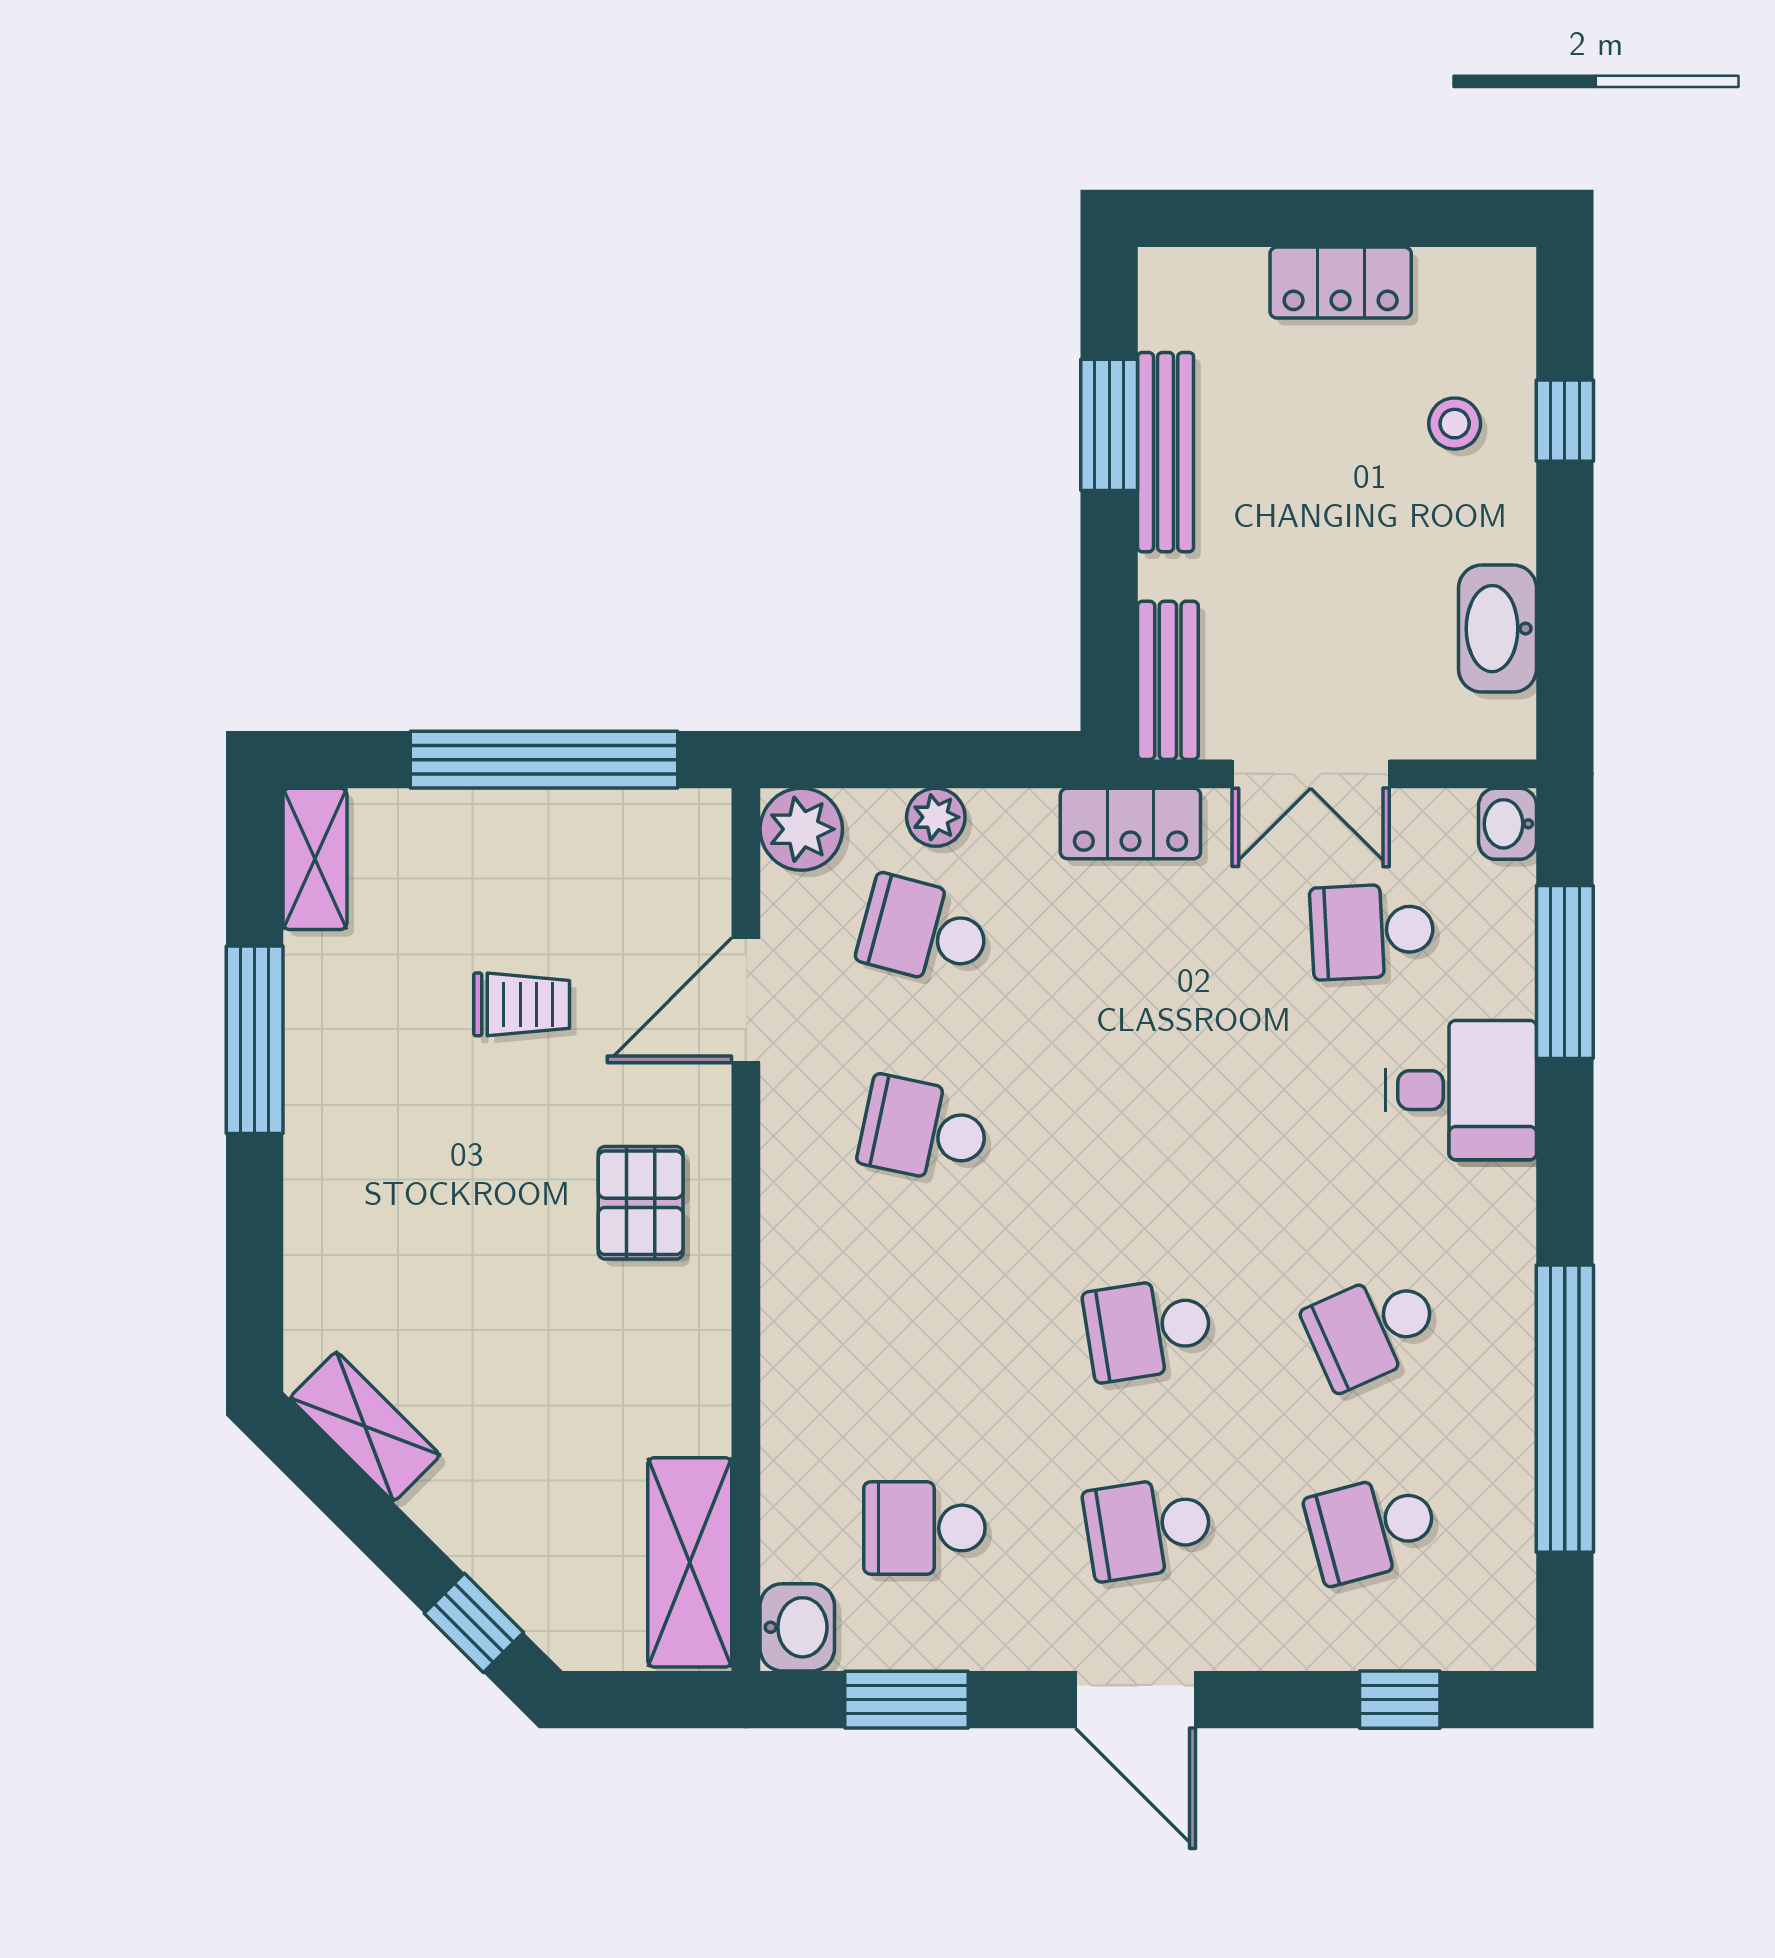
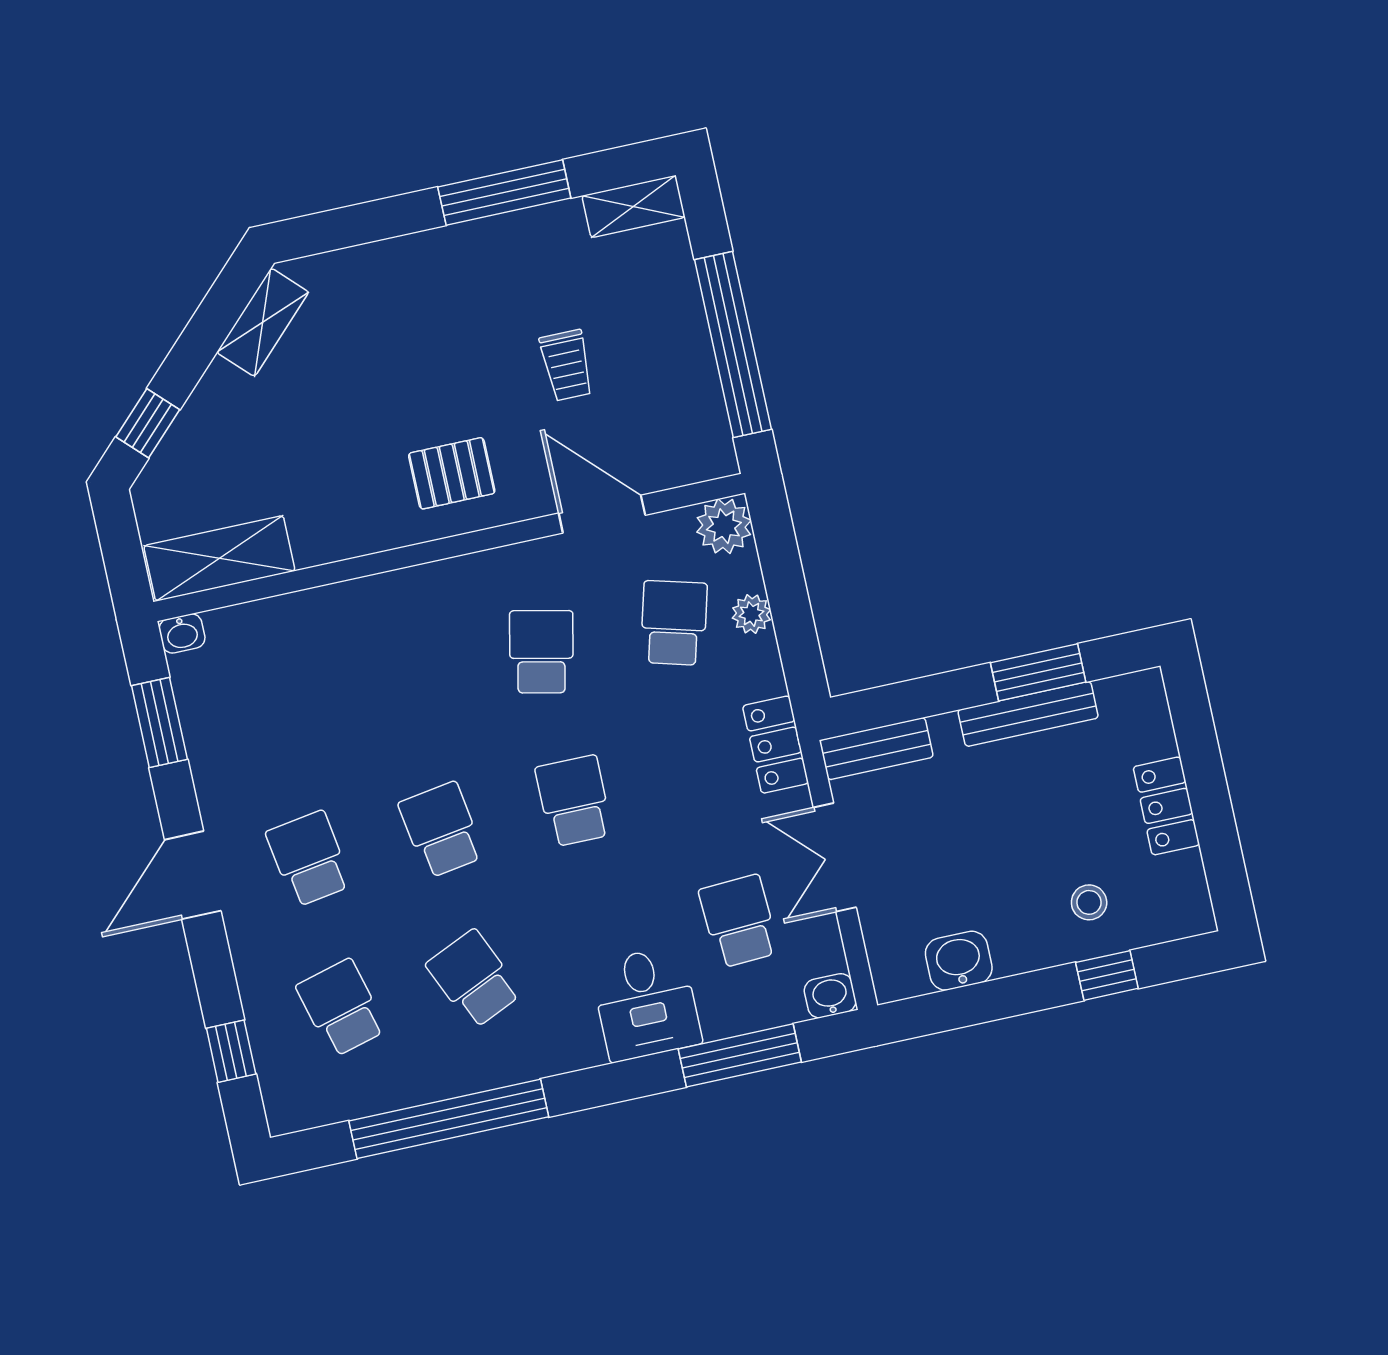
washbasin: (1497, 629) -> (959, 961), width x0.72
school desk: (924, 1528) -> (574, 801), moved
washbasin: (797, 1627) -> (182, 633), width x0.72, depth x0.69

